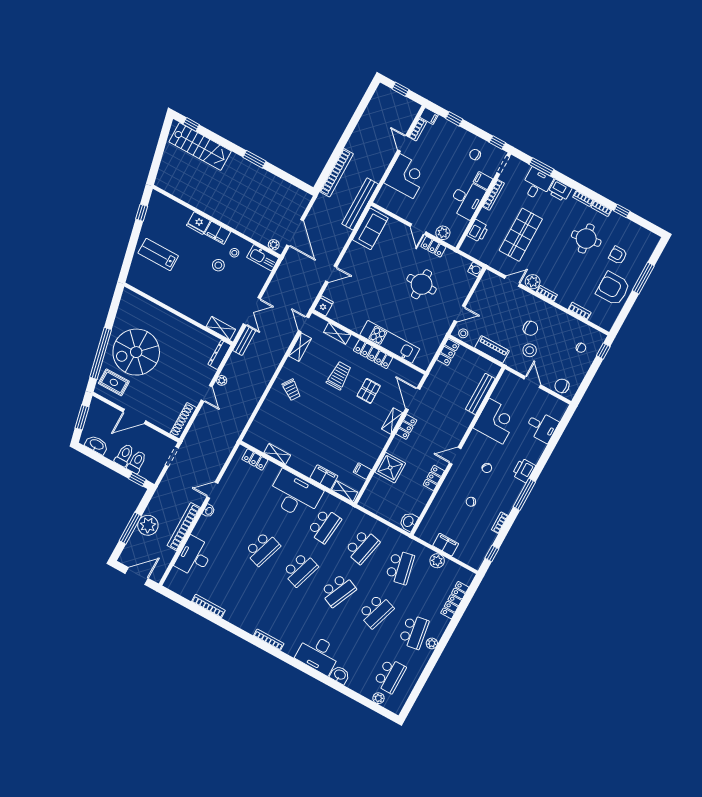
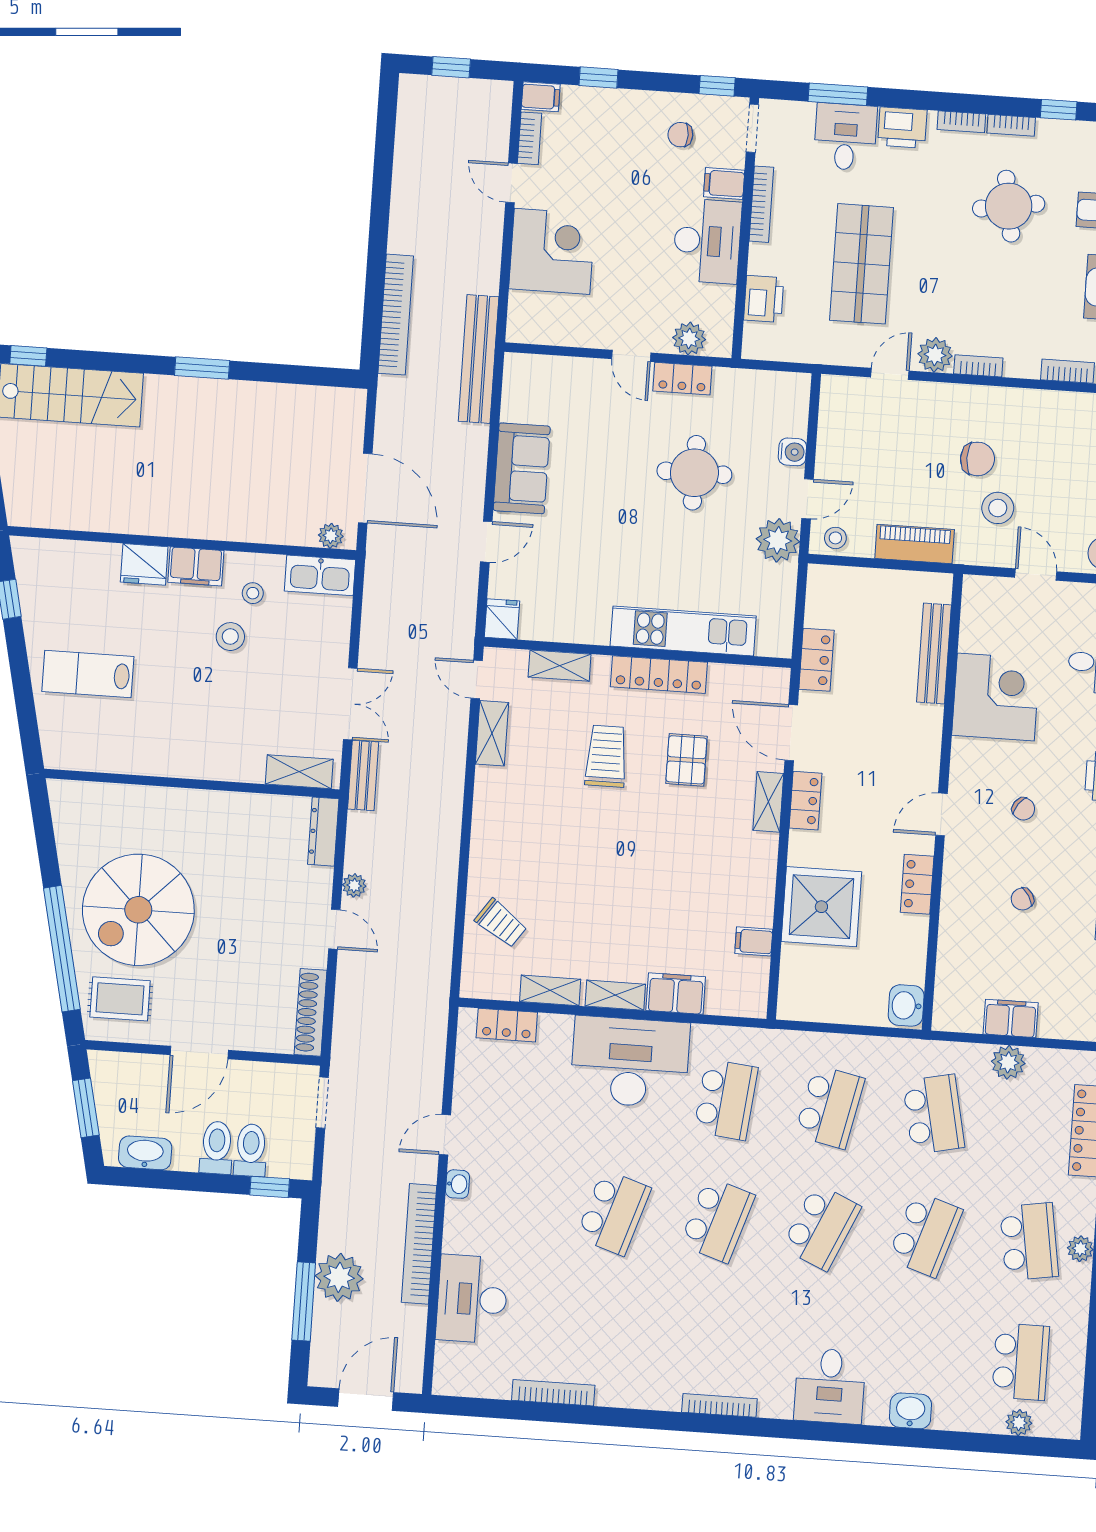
sofa: (370, 229) -> (522, 468), moved
water cooler: (475, 269) -> (792, 452), moved
plant: (441, 324) -> (778, 540), added
locker: (448, 352) -> (816, 660), moved
trolley: (292, 390) -> (501, 923), moved
shower: (390, 468) -> (821, 907), width x1.37, depth x1.37
shelving: (345, 491) -> (615, 995), moved
desk: (318, 654) -> (830, 1386), width x0.73

